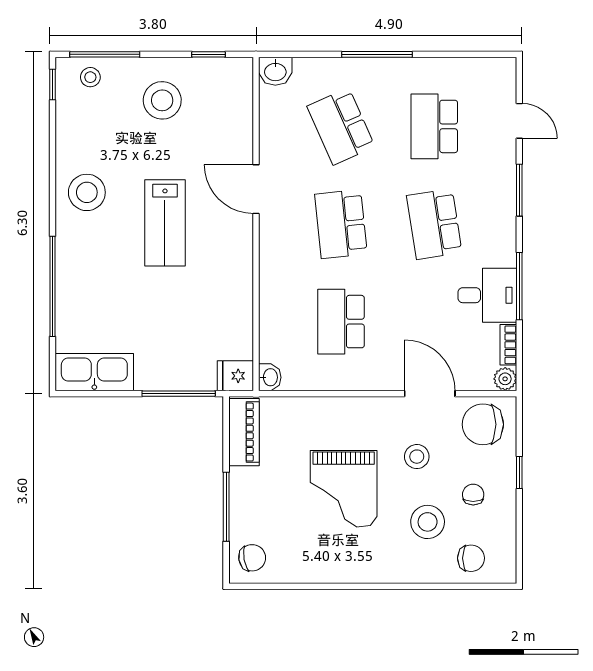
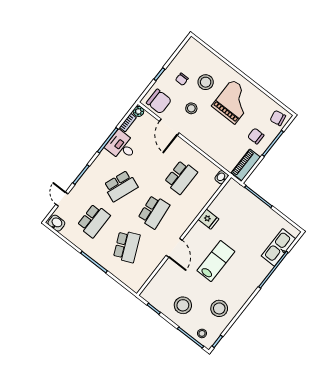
washbasin: (275, 71) -> (56, 223), moved
stool: (87, 192) -> (219, 308), moved
school desk: (434, 224) -> (121, 186), turned 30
kitchen sink: (94, 372) -> (279, 247), moved, turned 90
fridge: (235, 376) -> (208, 219), moved
grand piano: (344, 489) -> (233, 102), moved
chair: (471, 558) -> (256, 136), moved

